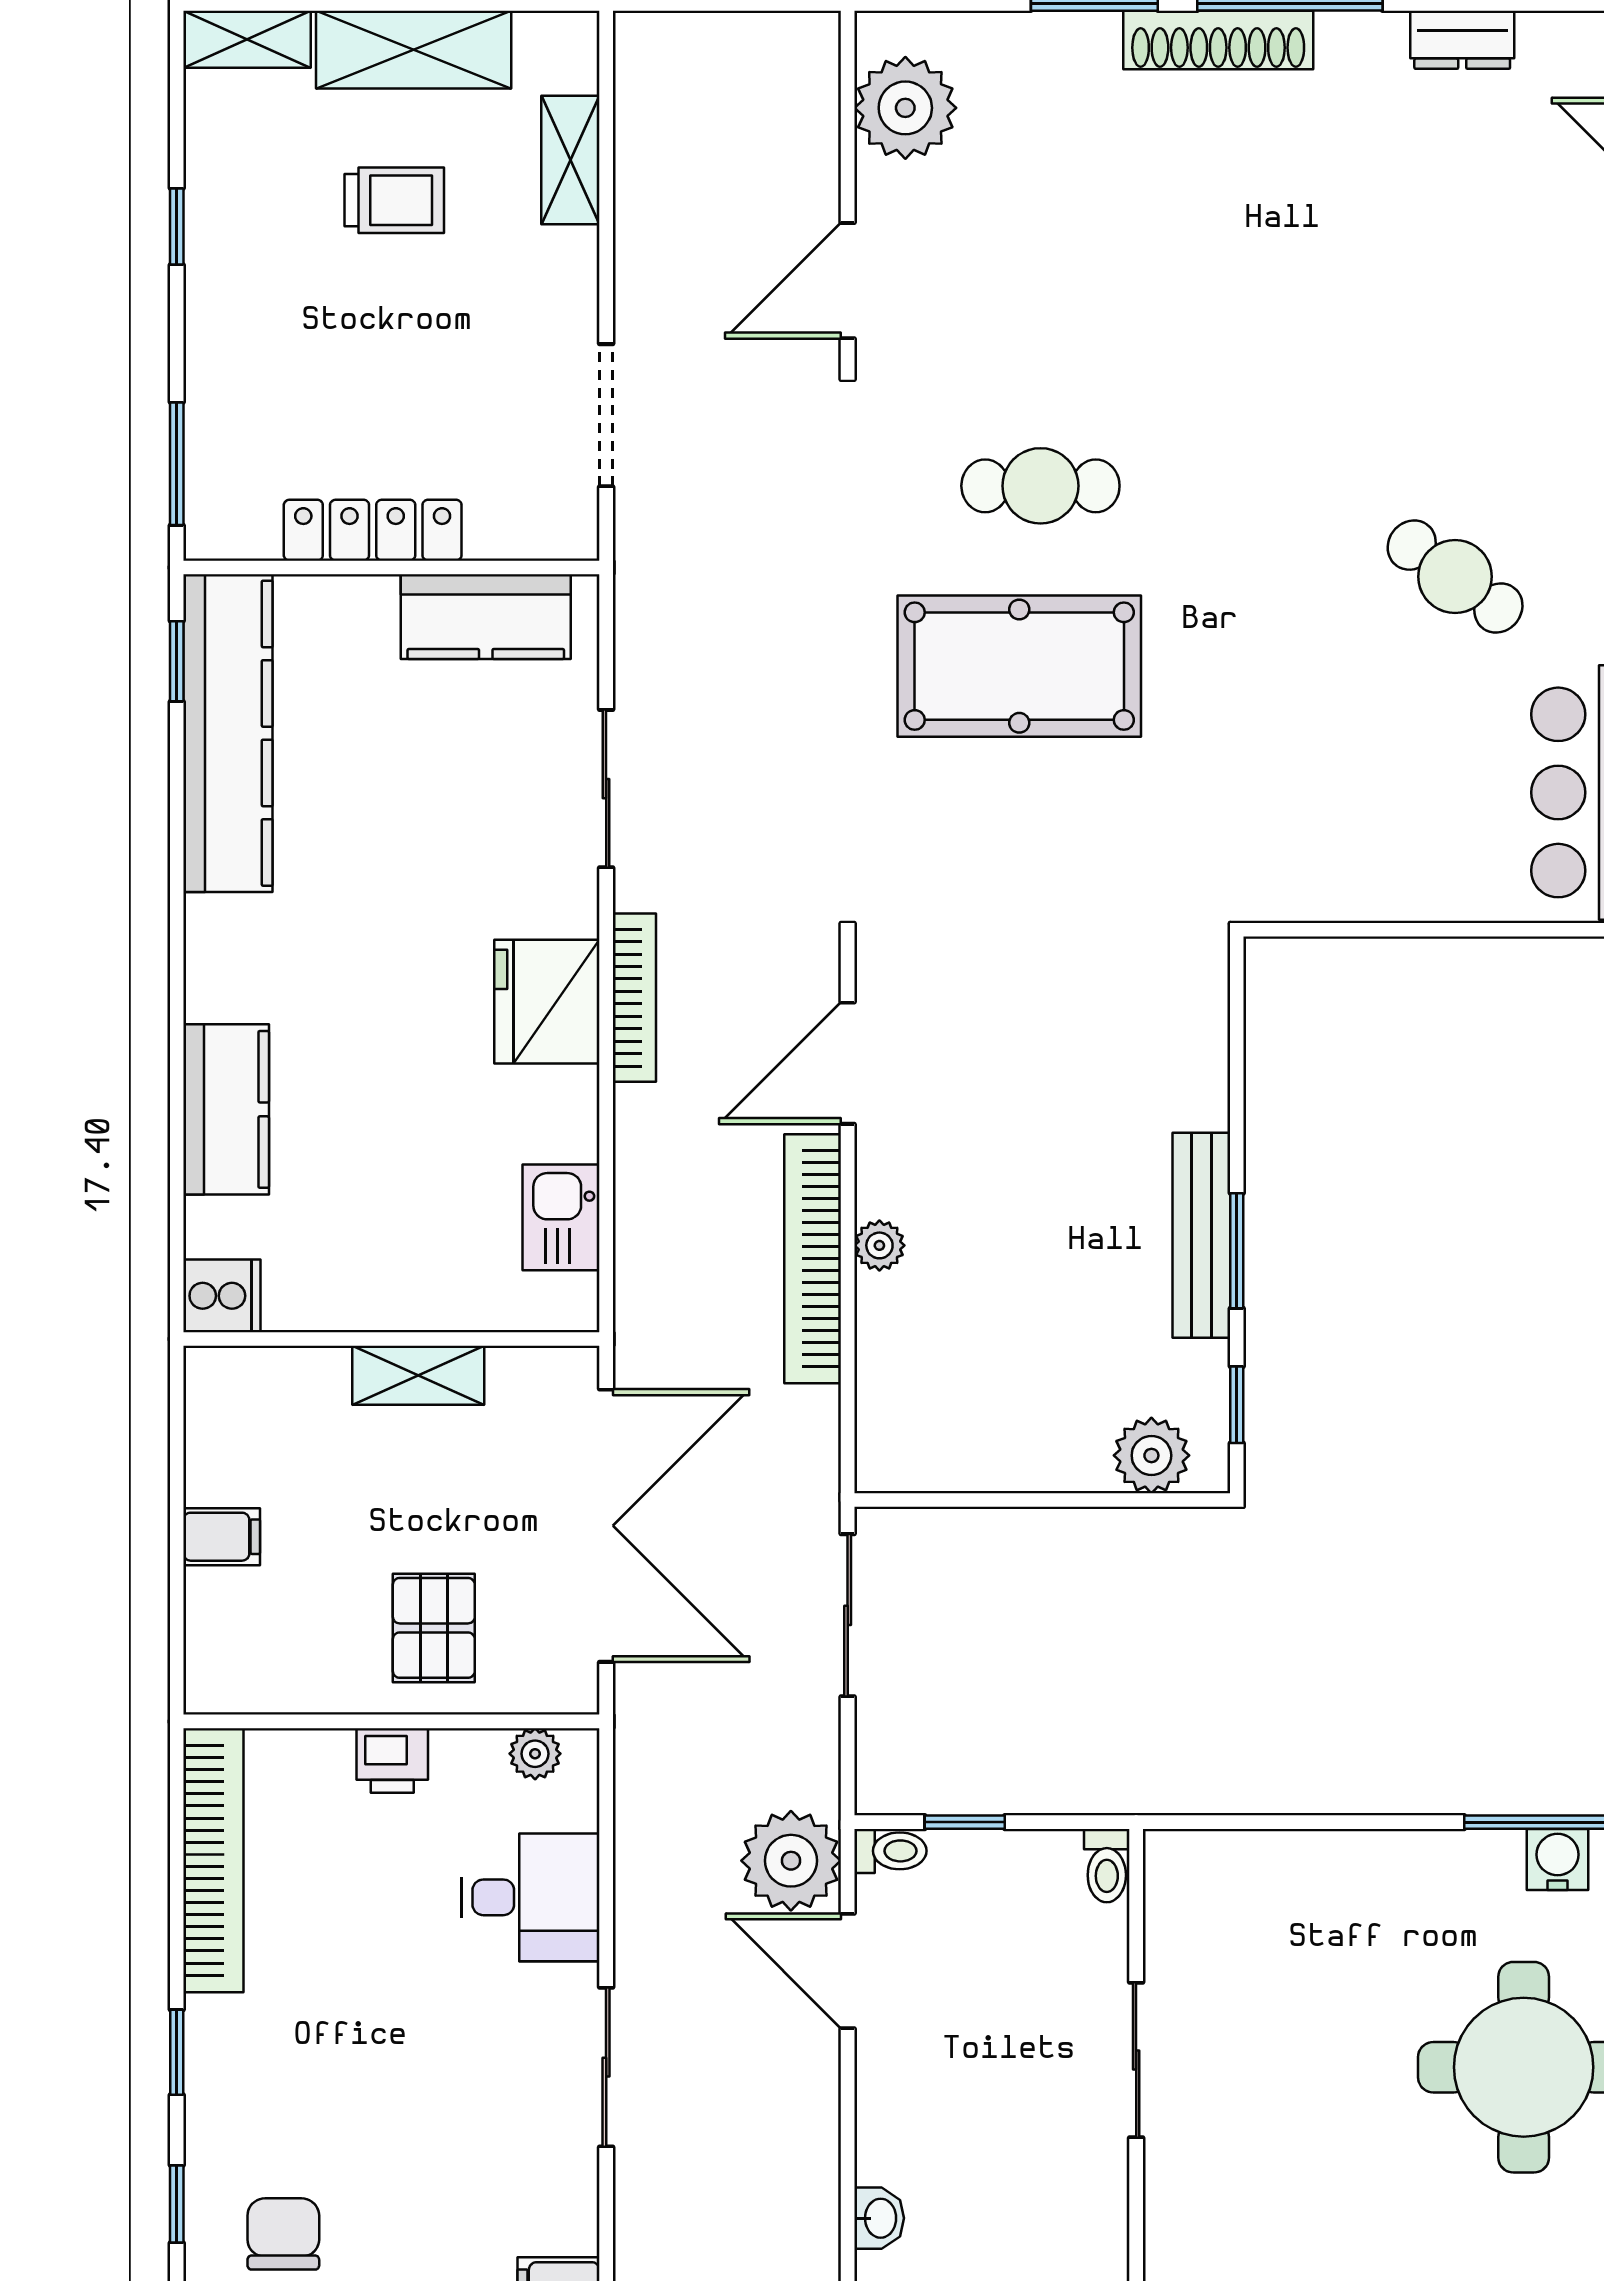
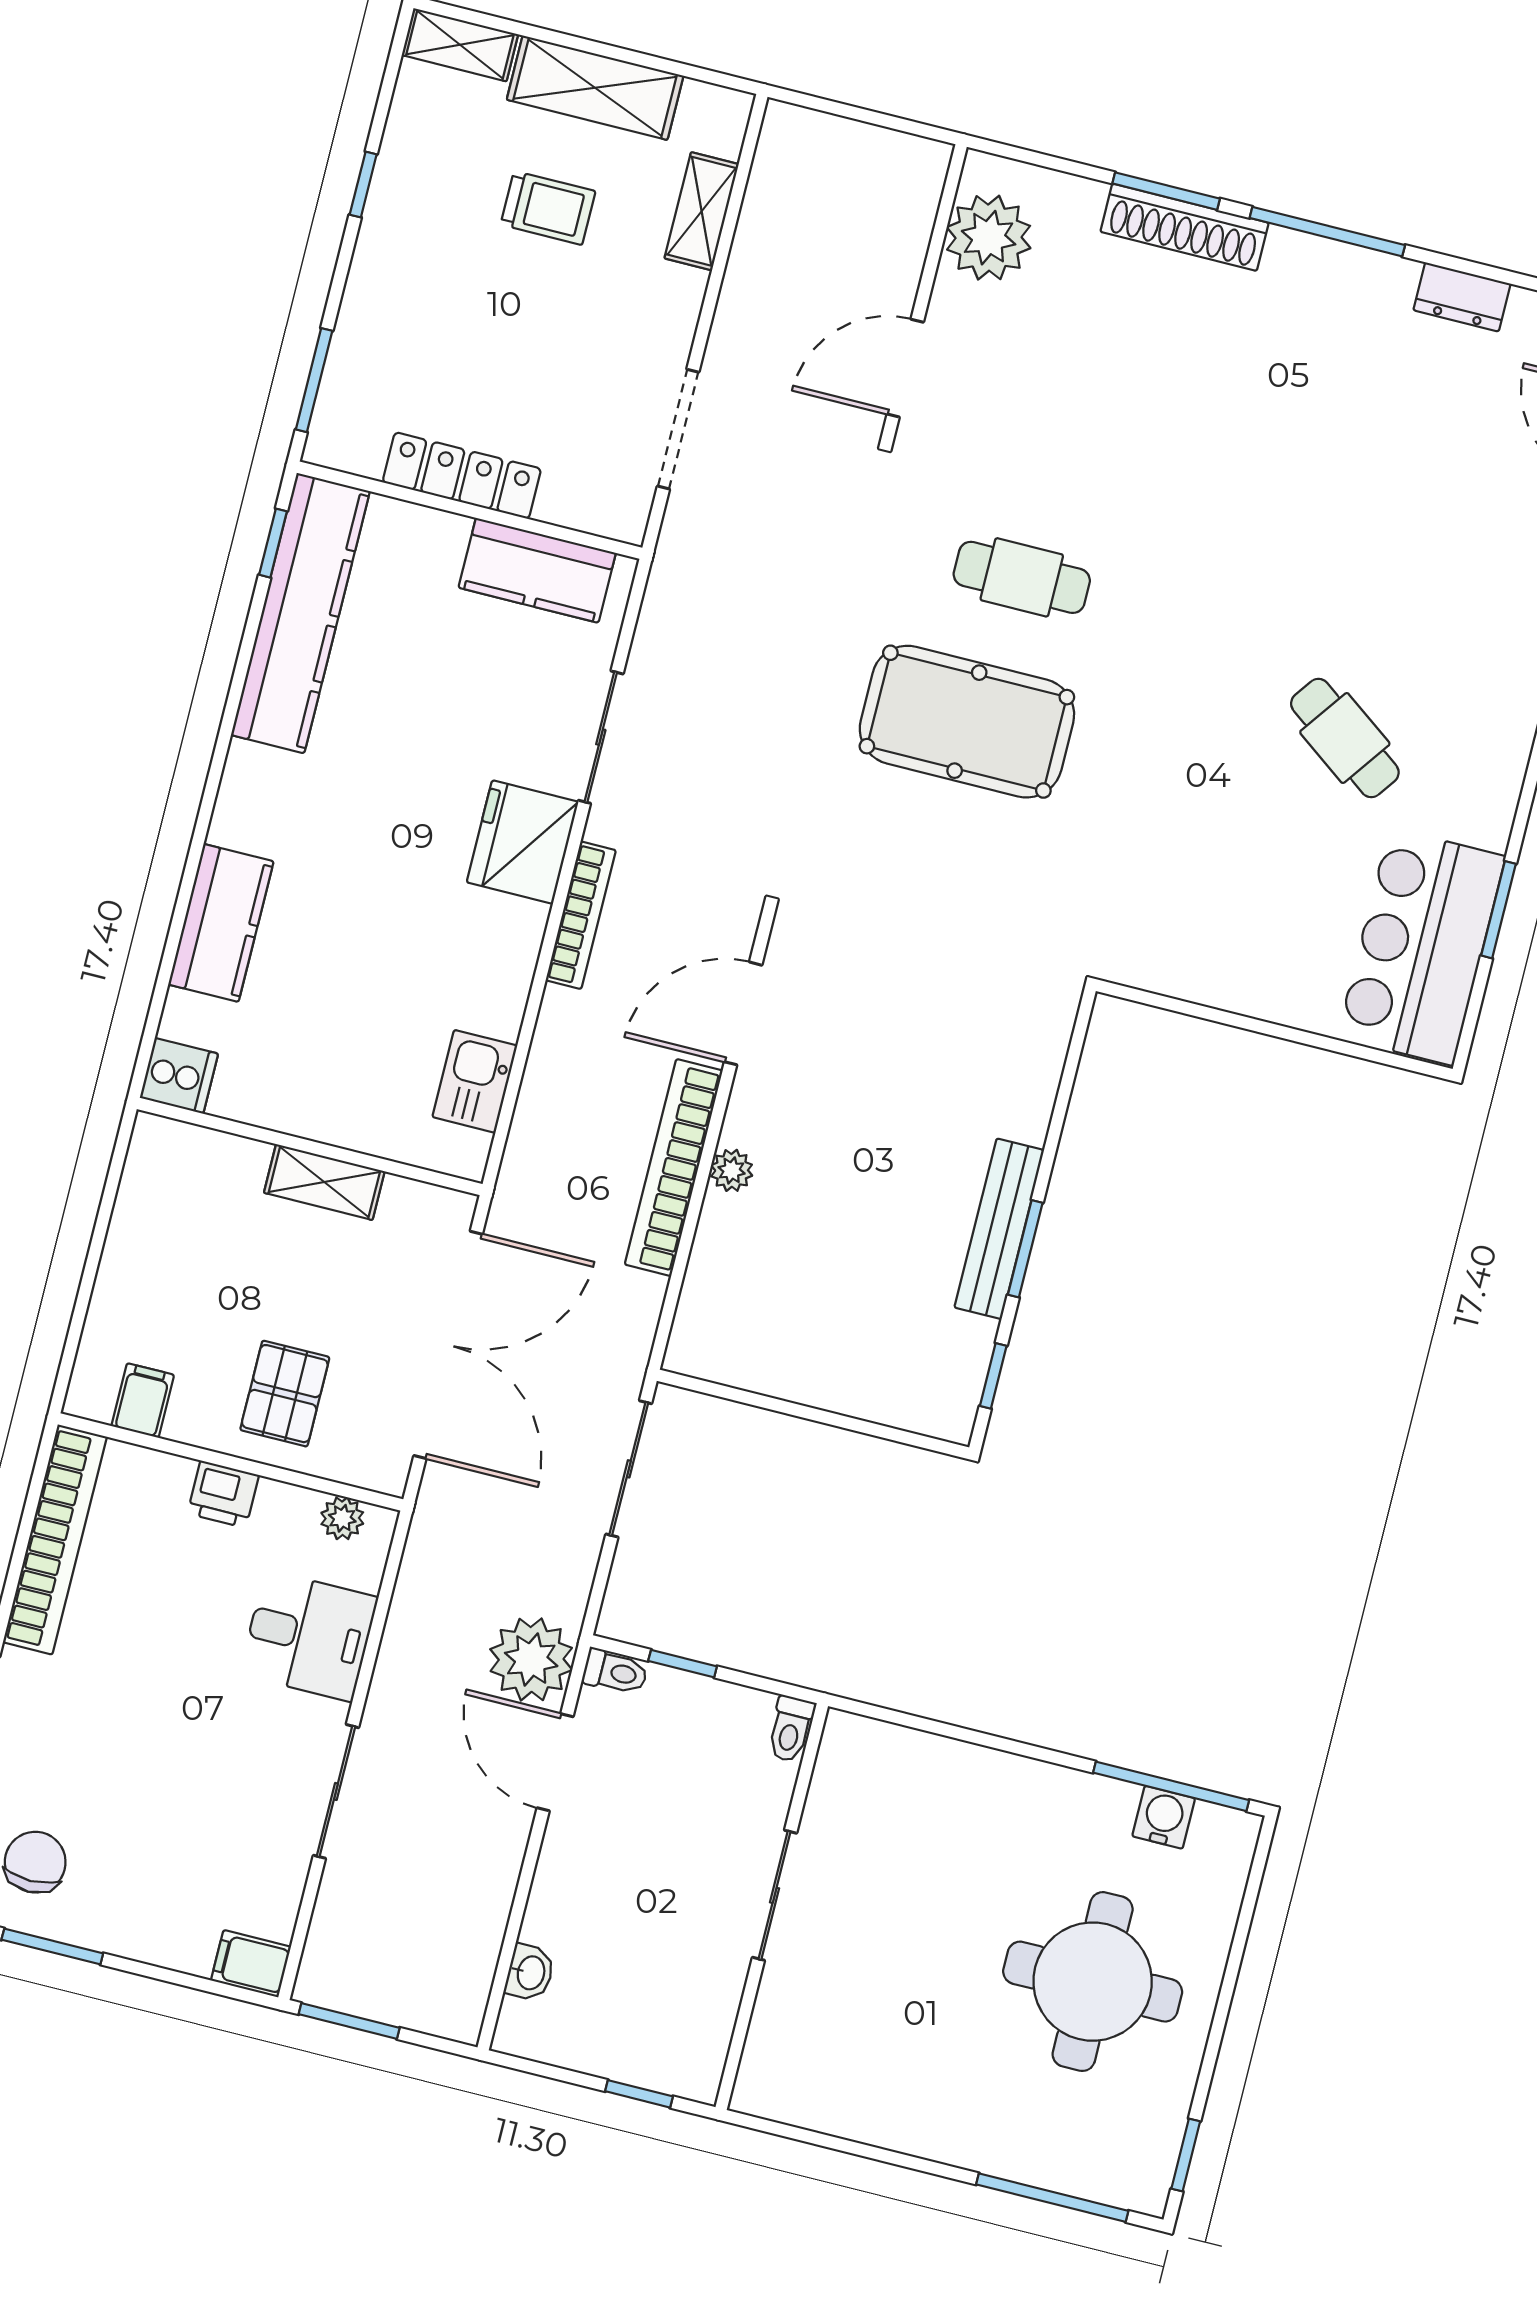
shoe rack: (1218, 40) -> (1184, 227), moved
fridge: (547, 1002) -> (523, 842), moved
plant: (1151, 1455) -> (912, 1400), removed
filing cabinet: (222, 1537) -> (143, 1400), moved, turned -90

